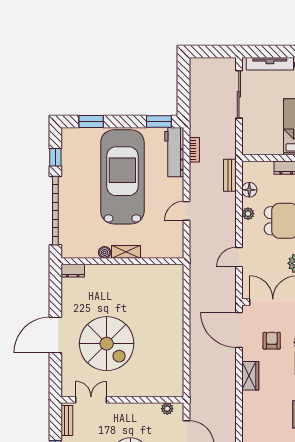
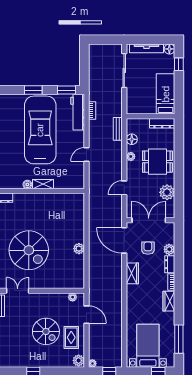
window: (91, 121) -> (33, 90), moved
plant: (176, 341) -> (79, 249), added

